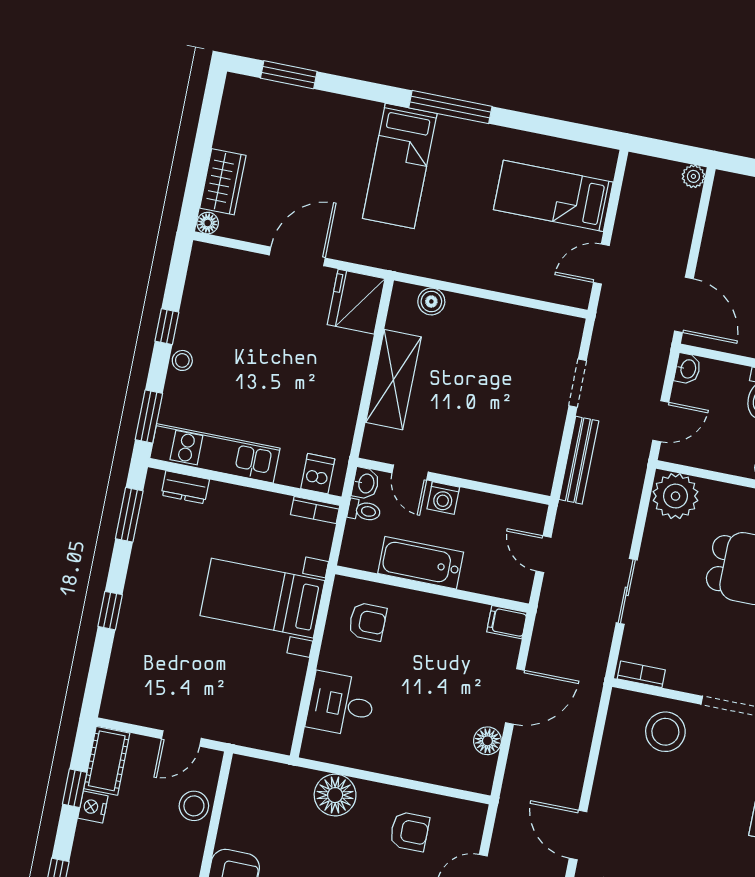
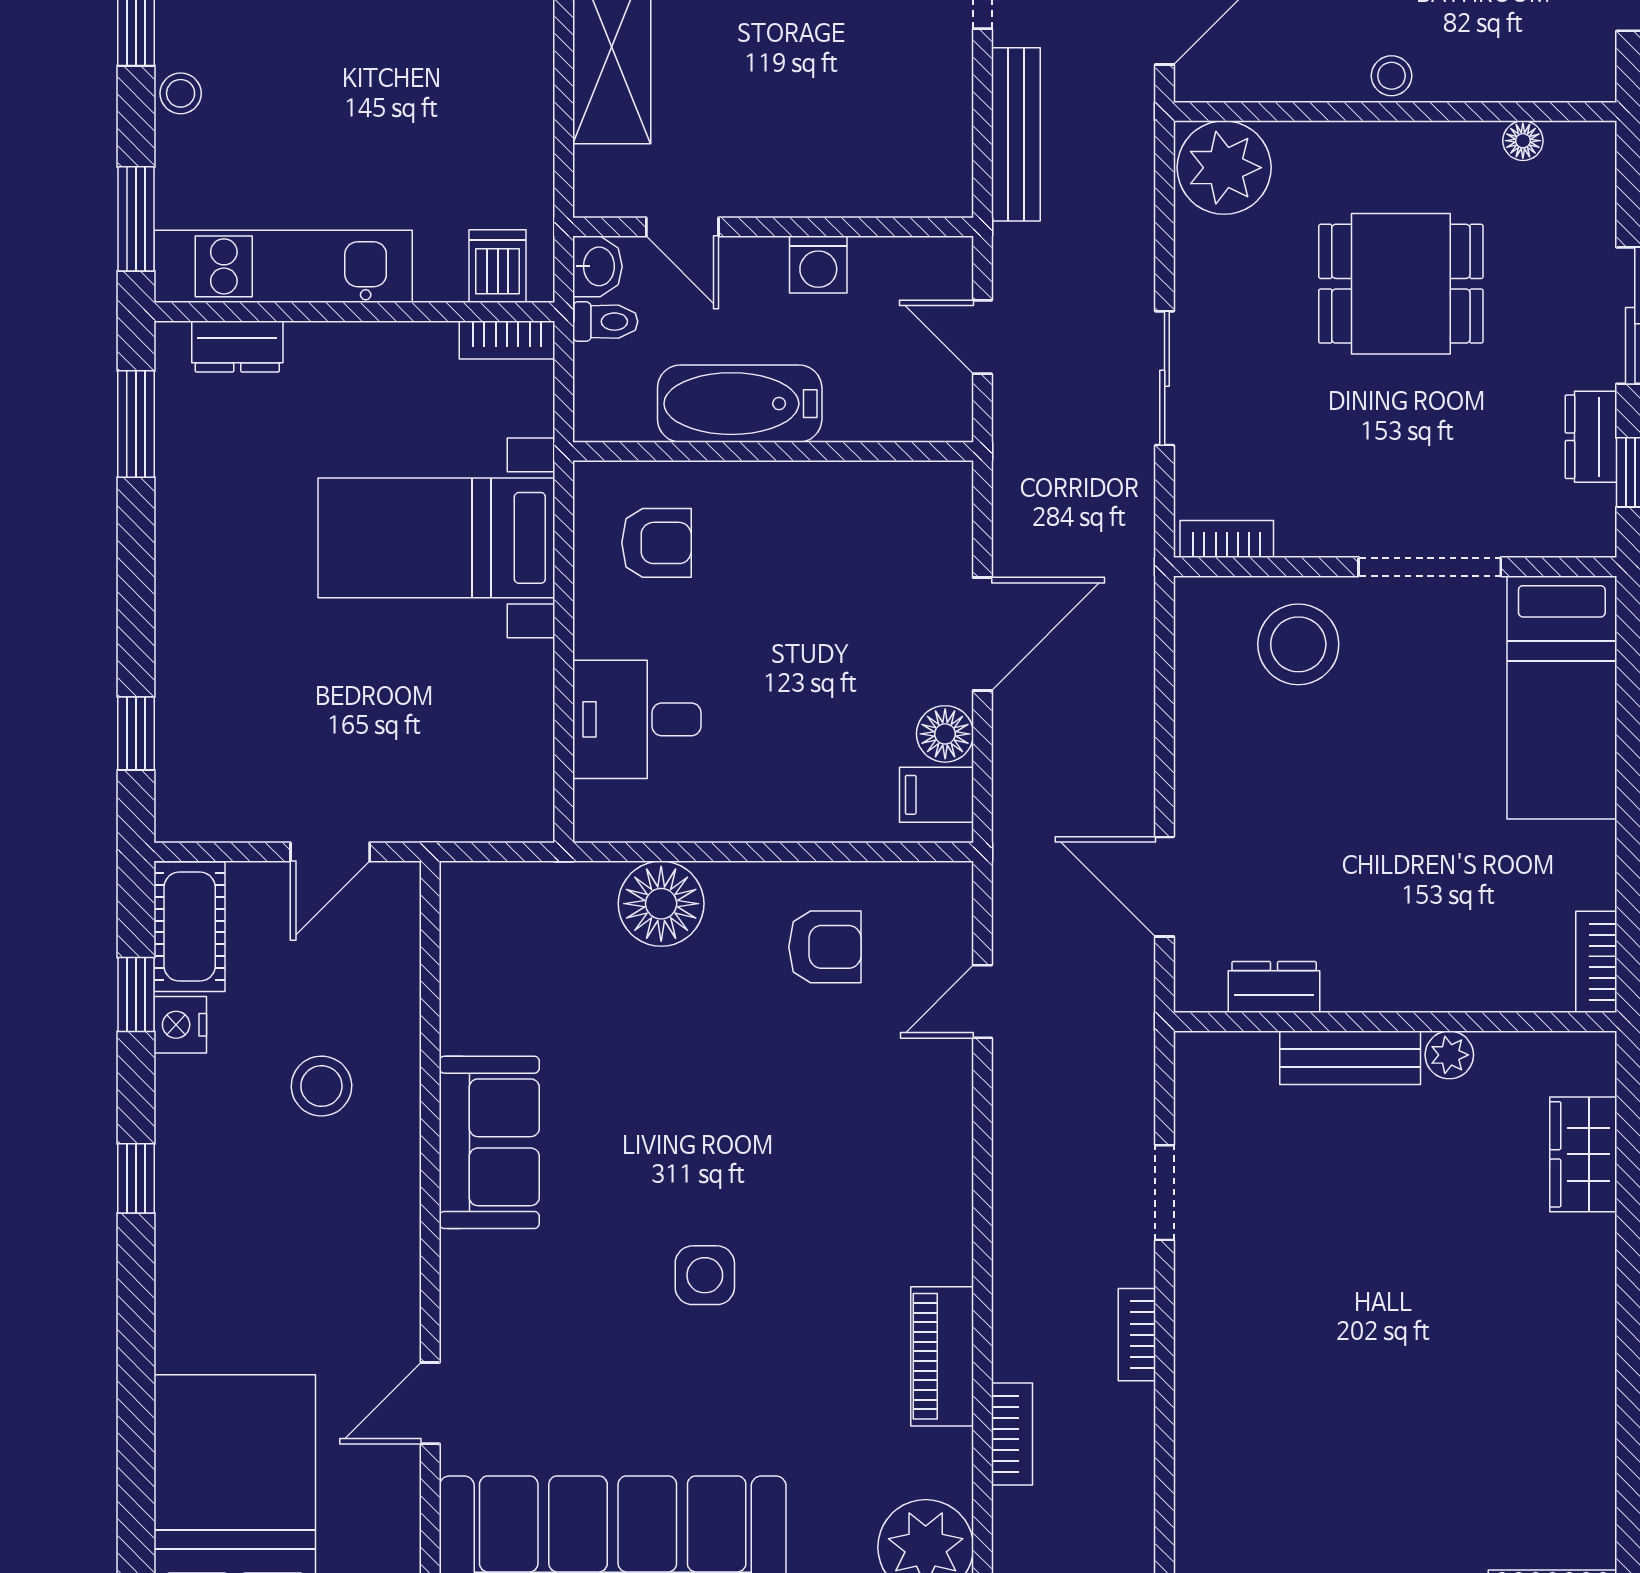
washing machine: (443, 498) -> (818, 265), moved
window: (110, 611) -> (136, 733), moved
filing cabinet: (507, 622) -> (937, 795), moved
stool: (194, 806) -> (321, 1086), moved

